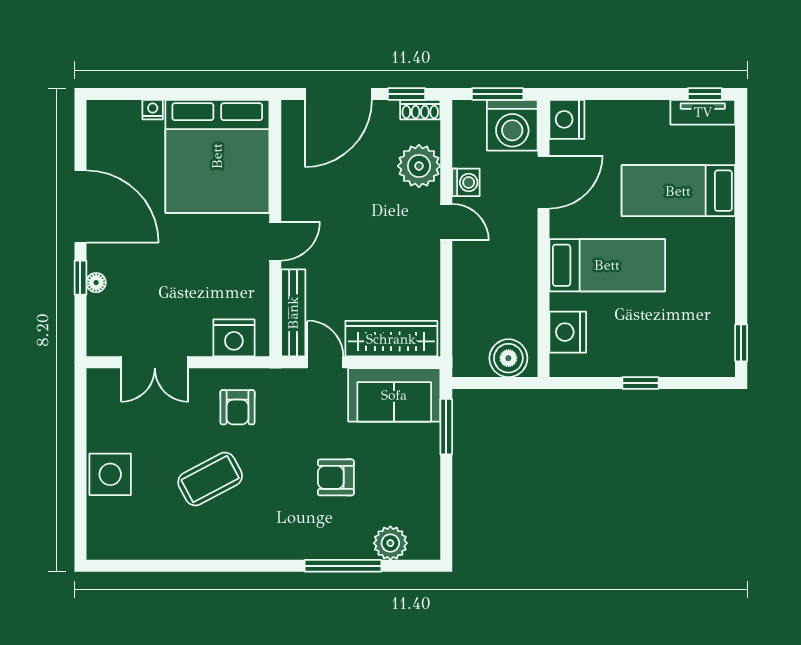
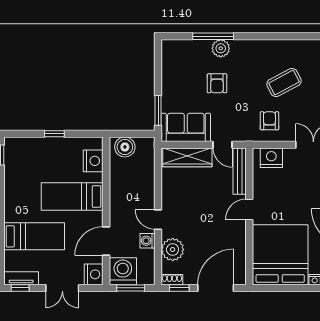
double door: (626, 94) -> (62, 288), added
armchair: (336, 477) -> (217, 83), turned 90
plant: (390, 543) -> (221, 48), moved

